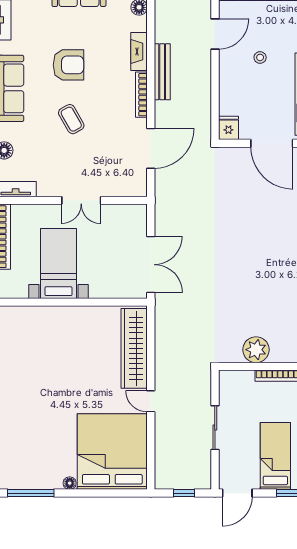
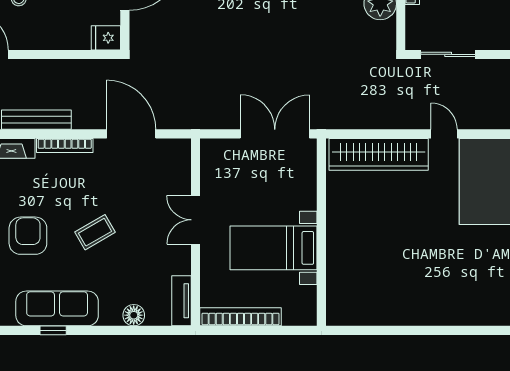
double door: (81, 200) -> (196, 220), swing flipped
door: (151, 401) -> (444, 134), swing flipped
sliding door: (215, 428) -> (448, 54), moved

